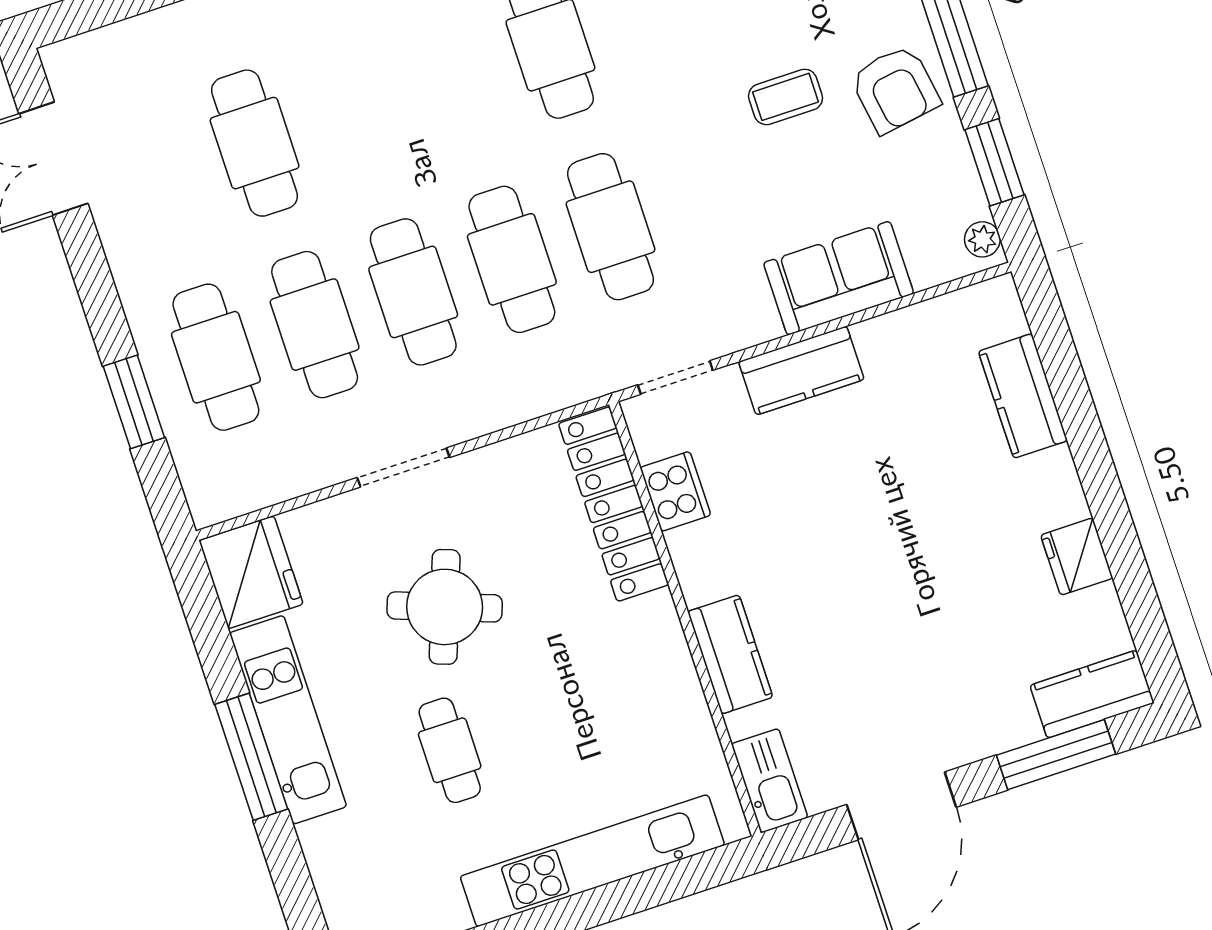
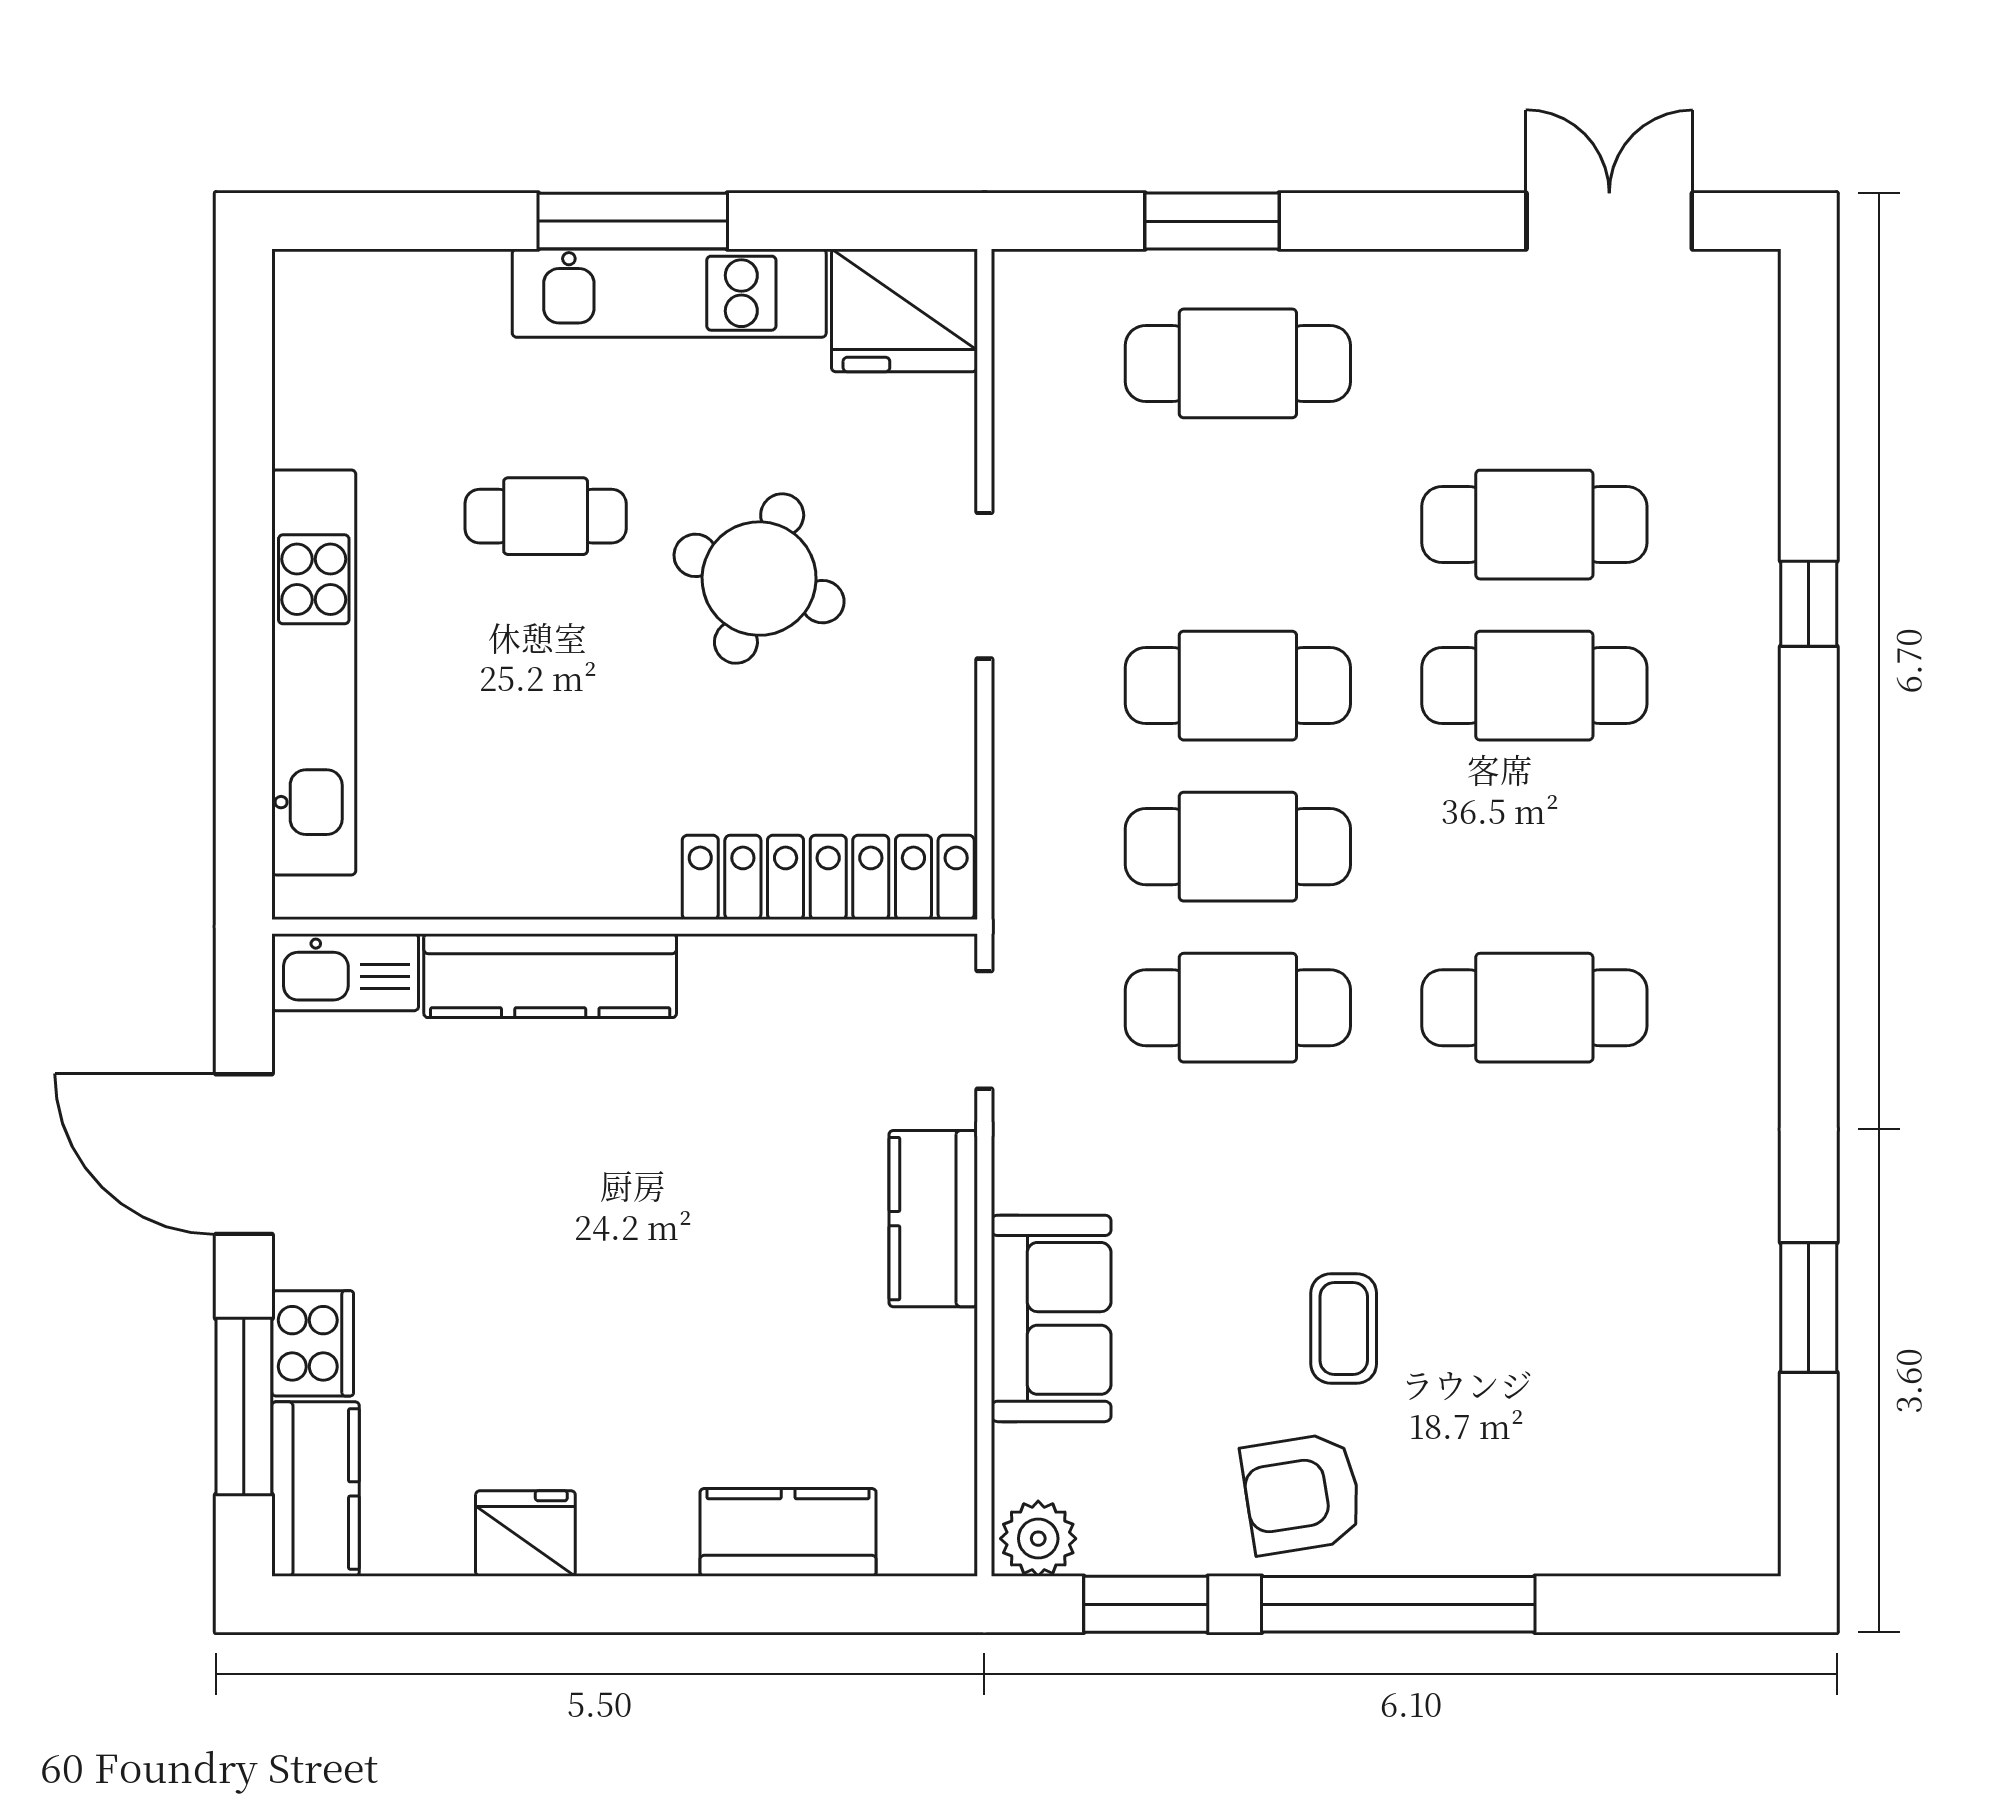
plant: (982, 239) -> (1038, 1539), width x1.38, depth x1.38
cafe table: (315, 325) -> (1534, 686), moved
cooker: (675, 491) -> (313, 1343), moved, turned -90
kitchen counter: (730, 654) -> (550, 976), width x1.50

